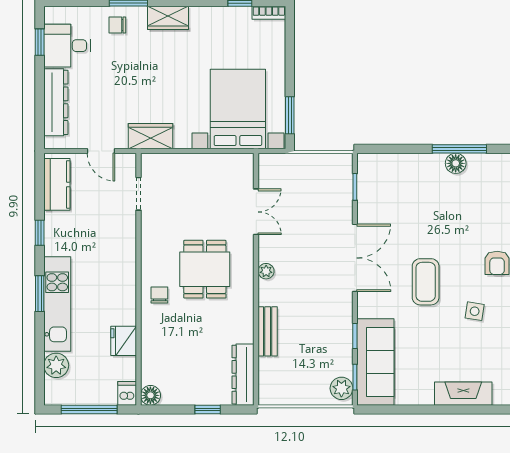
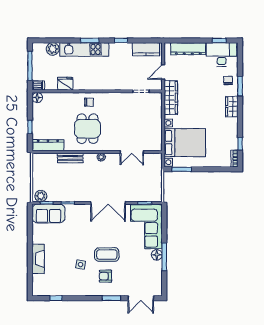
desk: (67, 46) -> (222, 54), width x1.37
wardrobe: (151, 136) -> (171, 98), width x1.50
corner sofa: (401, 184) -> (146, 227), added
dining table: (205, 269) -> (87, 129), moved, turned 90
coffee table: (426, 282) -> (107, 255), moved
sofa: (375, 362) -> (48, 213), width x0.73

